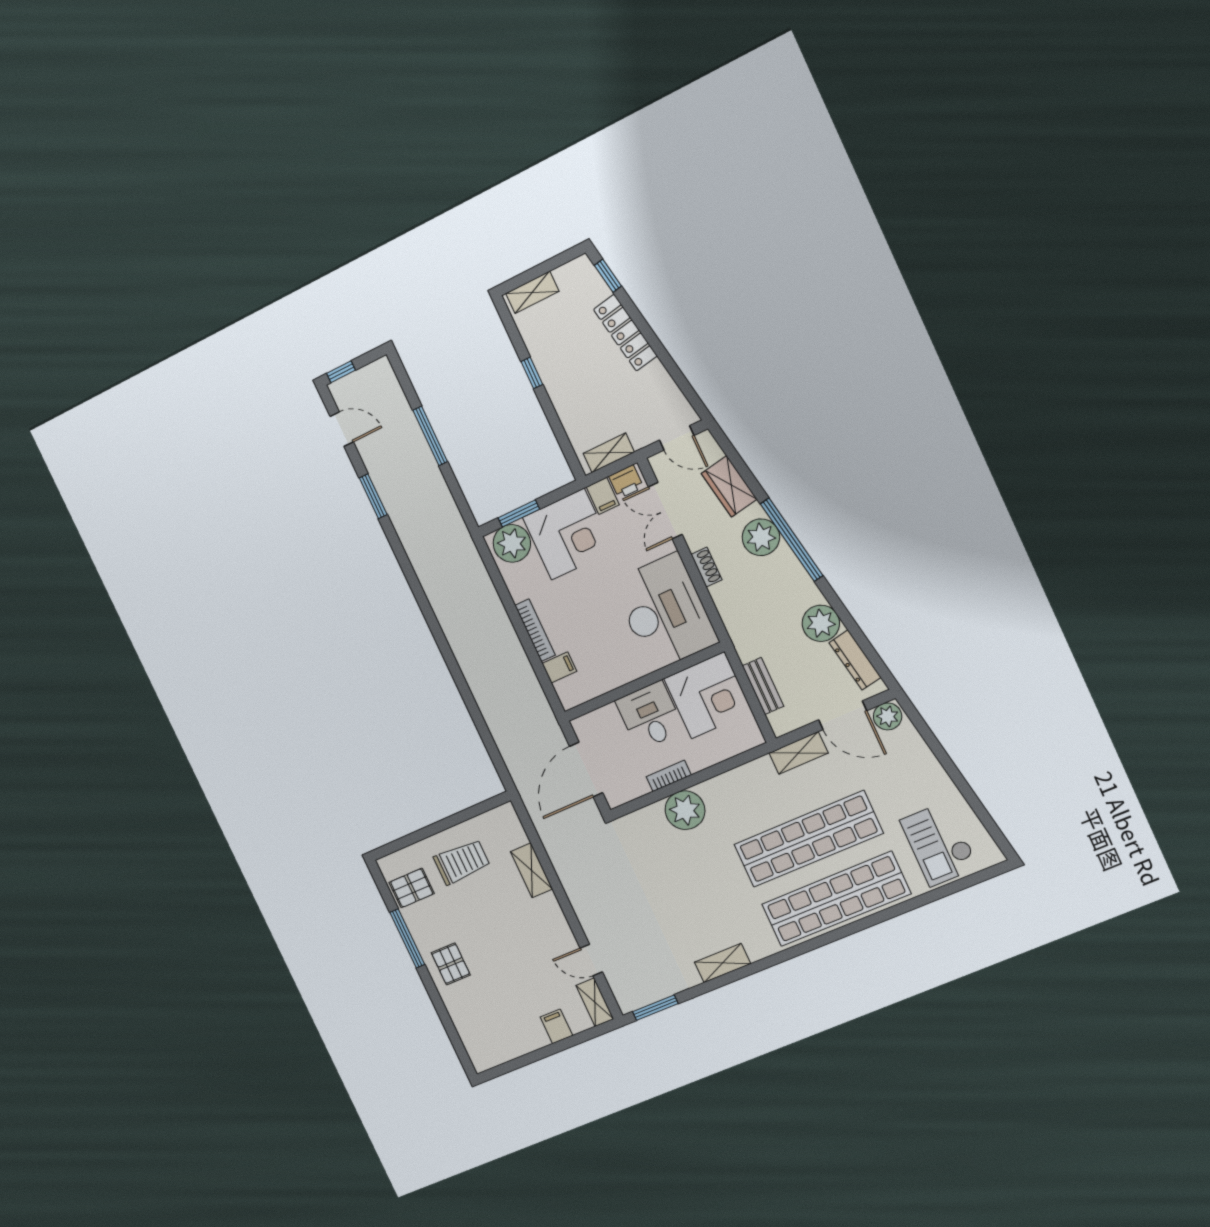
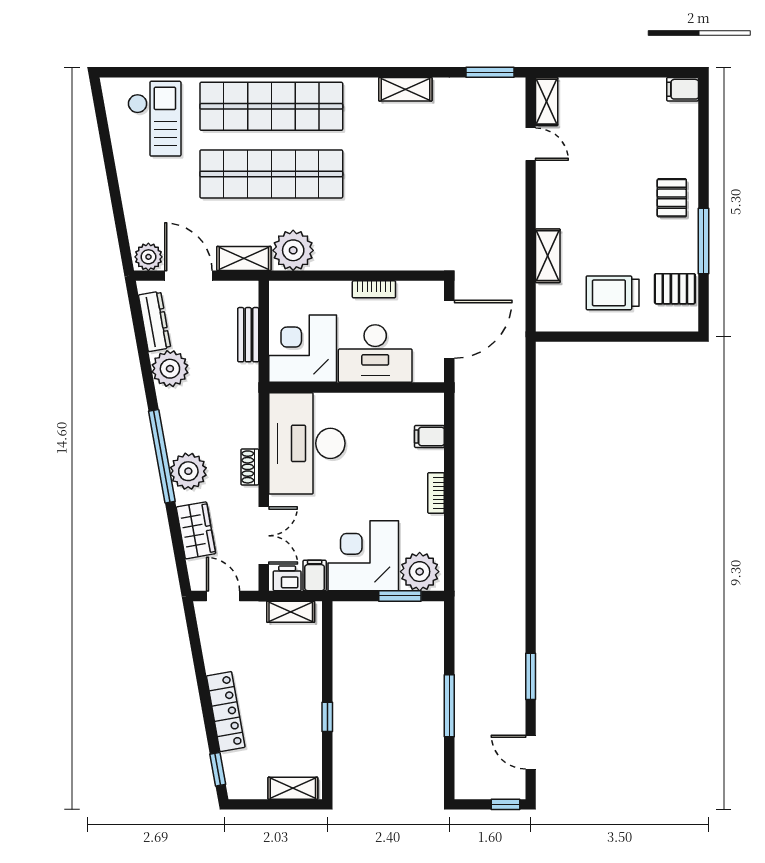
bookcase: (535, 630) -> (436, 493), width x0.64
desk: (650, 716) -> (375, 354), width x1.37
plant: (685, 810) -> (293, 250), moved
filing cabinet: (556, 1026) -> (683, 89), moved, turned 90

